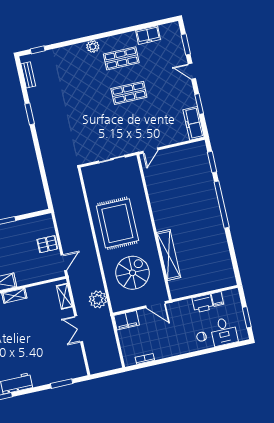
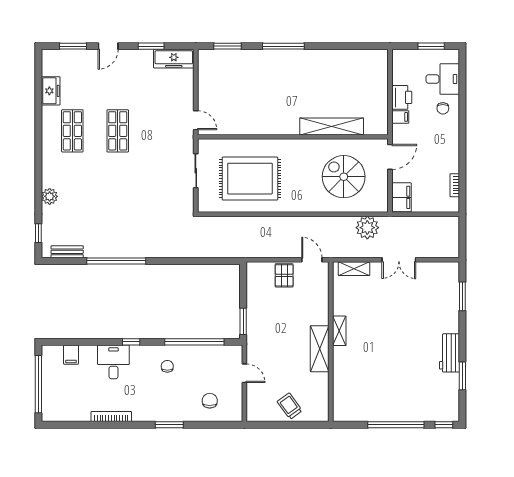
plant: (93, 46) -> (50, 196), moved
window: (30, 114) -> (116, 261), width x2.11
window: (222, 205) -> (283, 46), width x0.68
rug: (117, 223) -> (250, 179), moved
filing cabinet: (217, 299) -> (400, 117), moved

